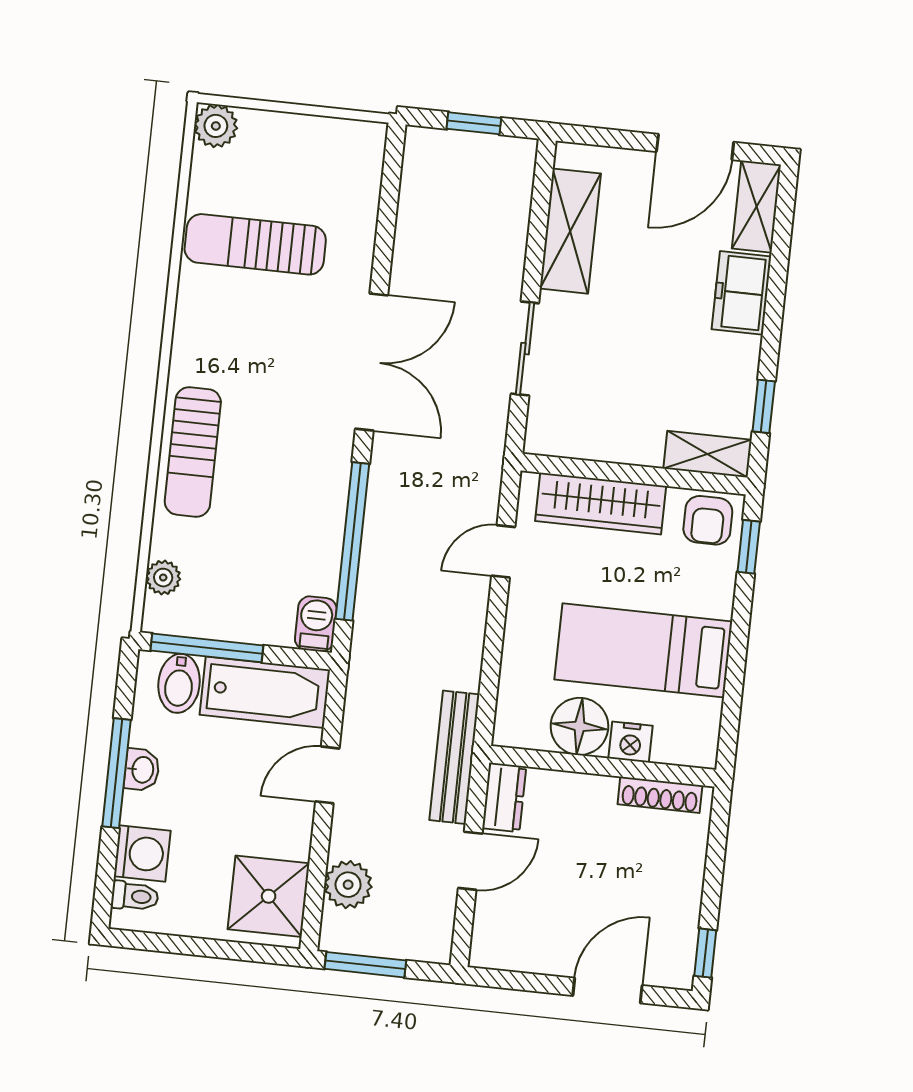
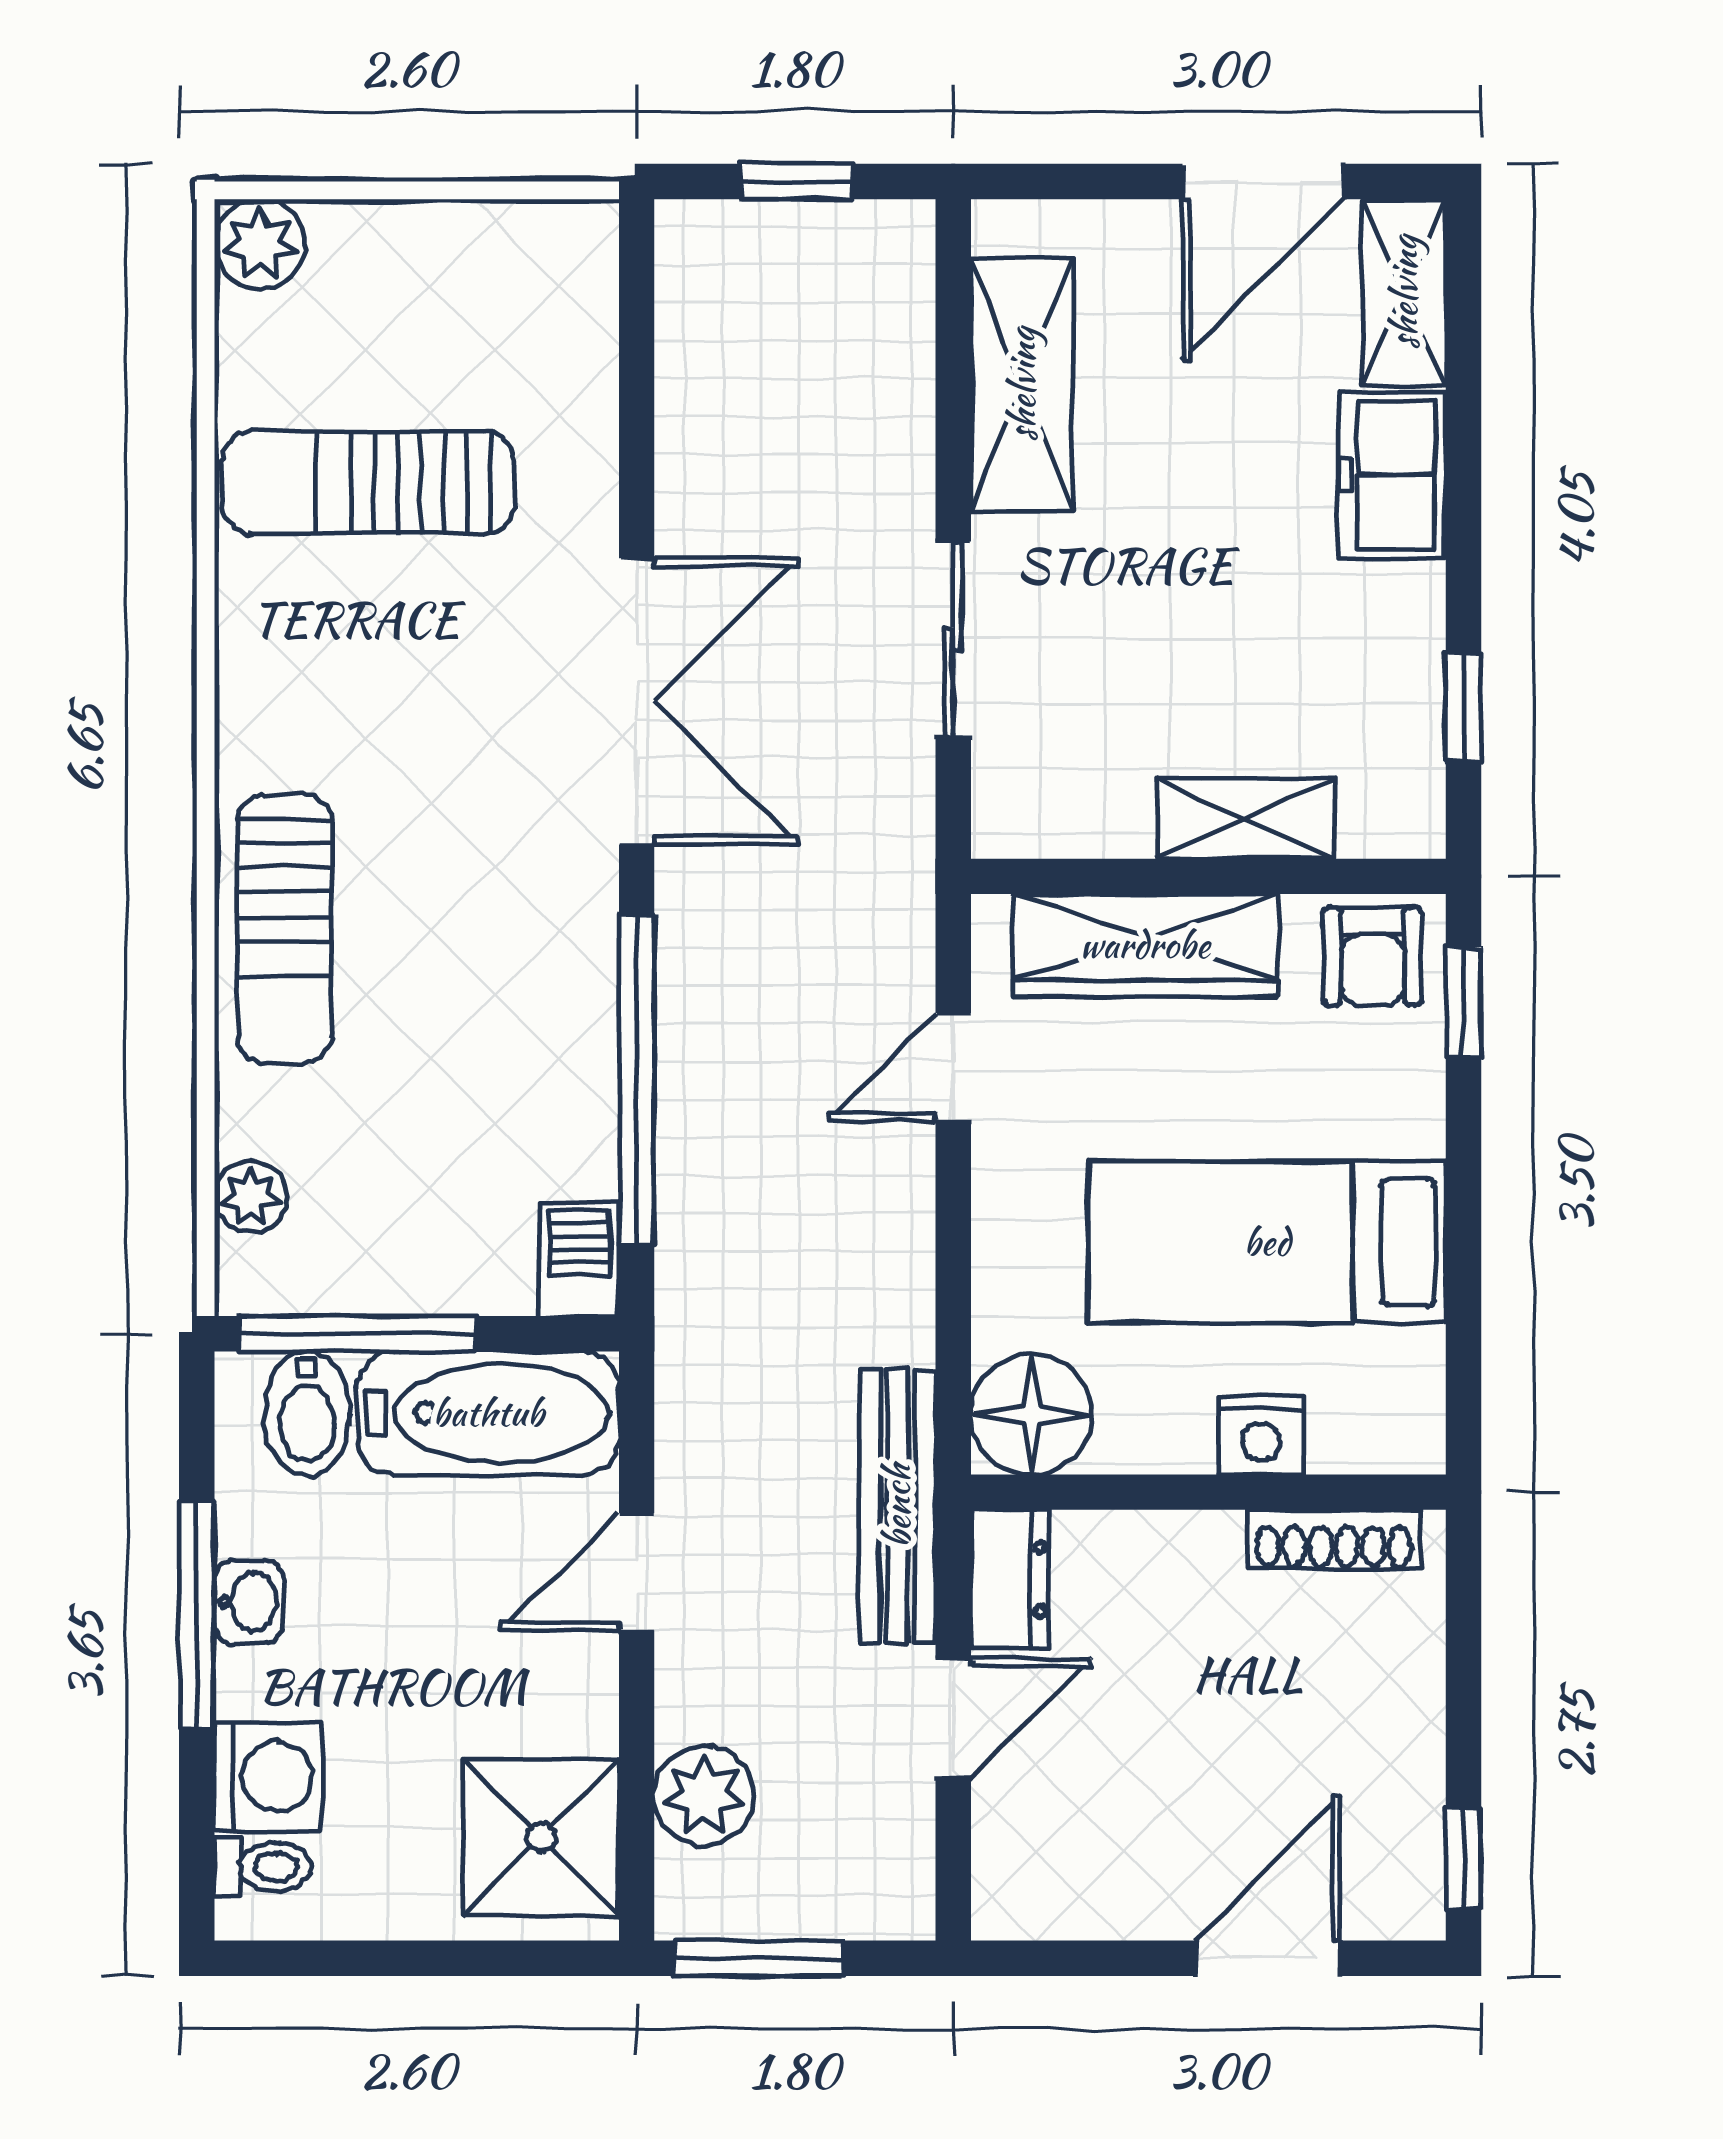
shelving: (707, 454) -> (1246, 819), moved
floor lamp: (579, 726) -> (1031, 1414), moved

